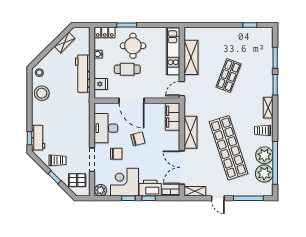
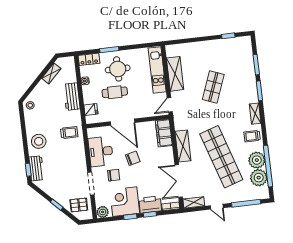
workbench: (83, 74) -> (72, 97), width x0.73
stool: (42, 93) -> (39, 141), moved
trolley: (58, 160) -> (69, 133), moved

